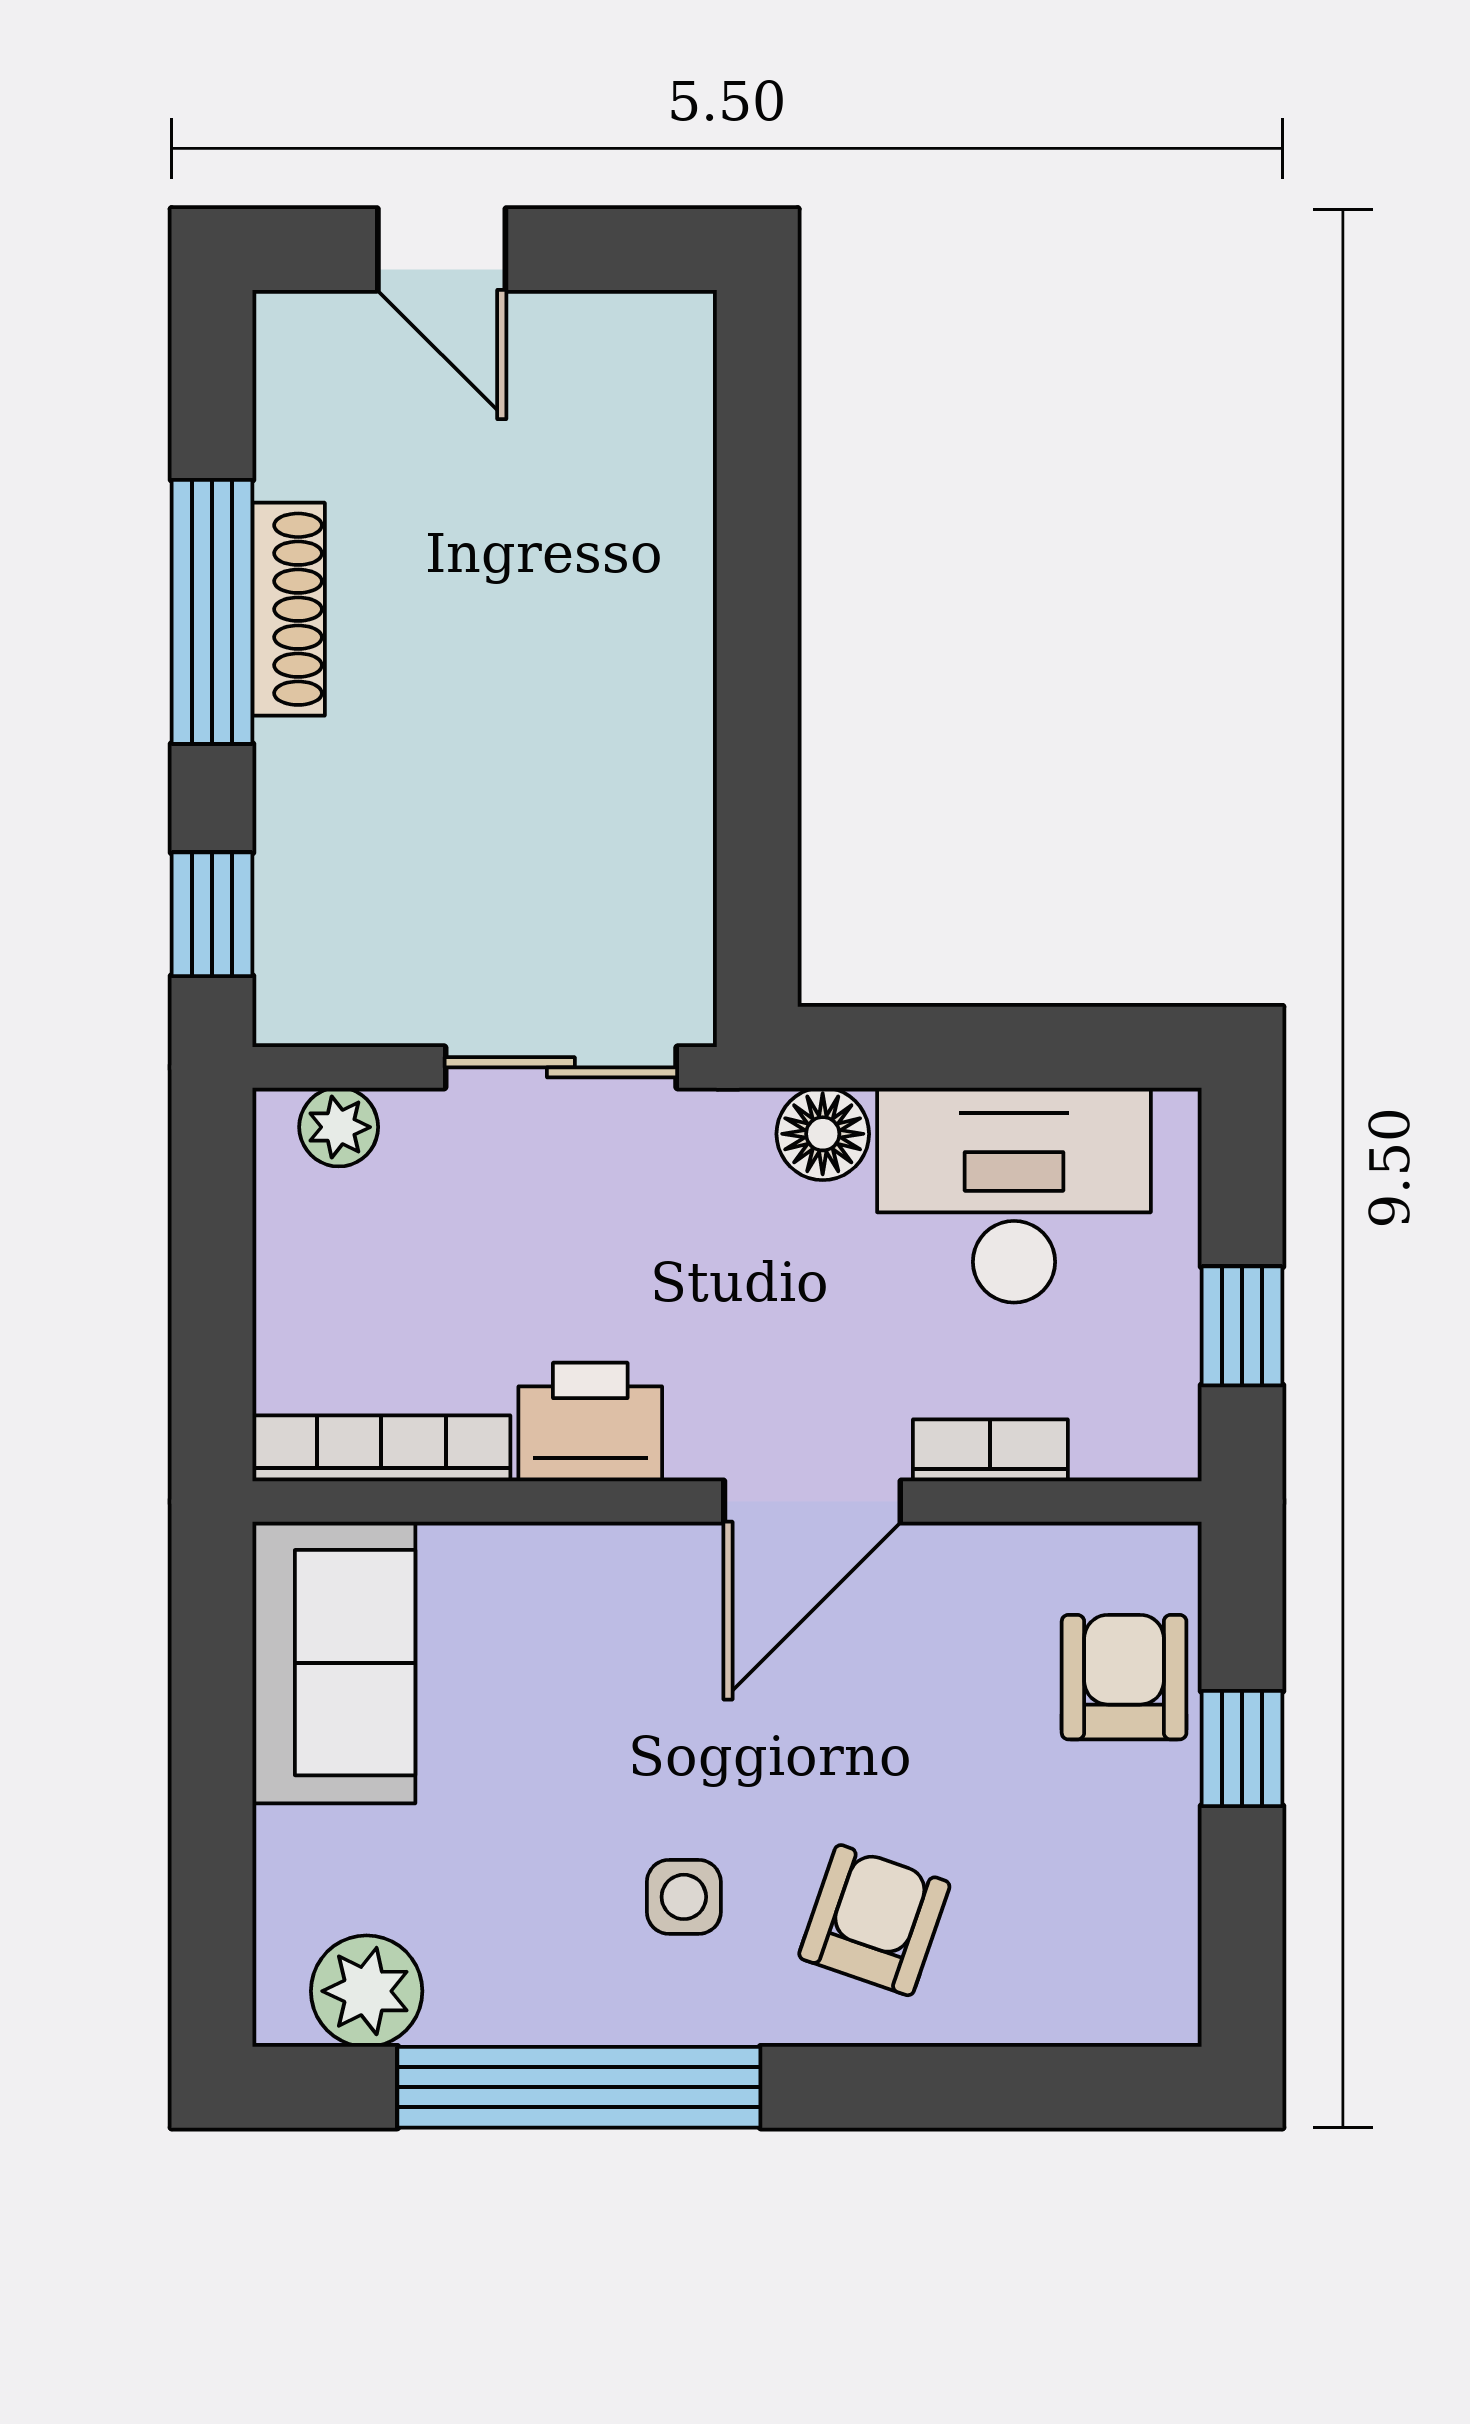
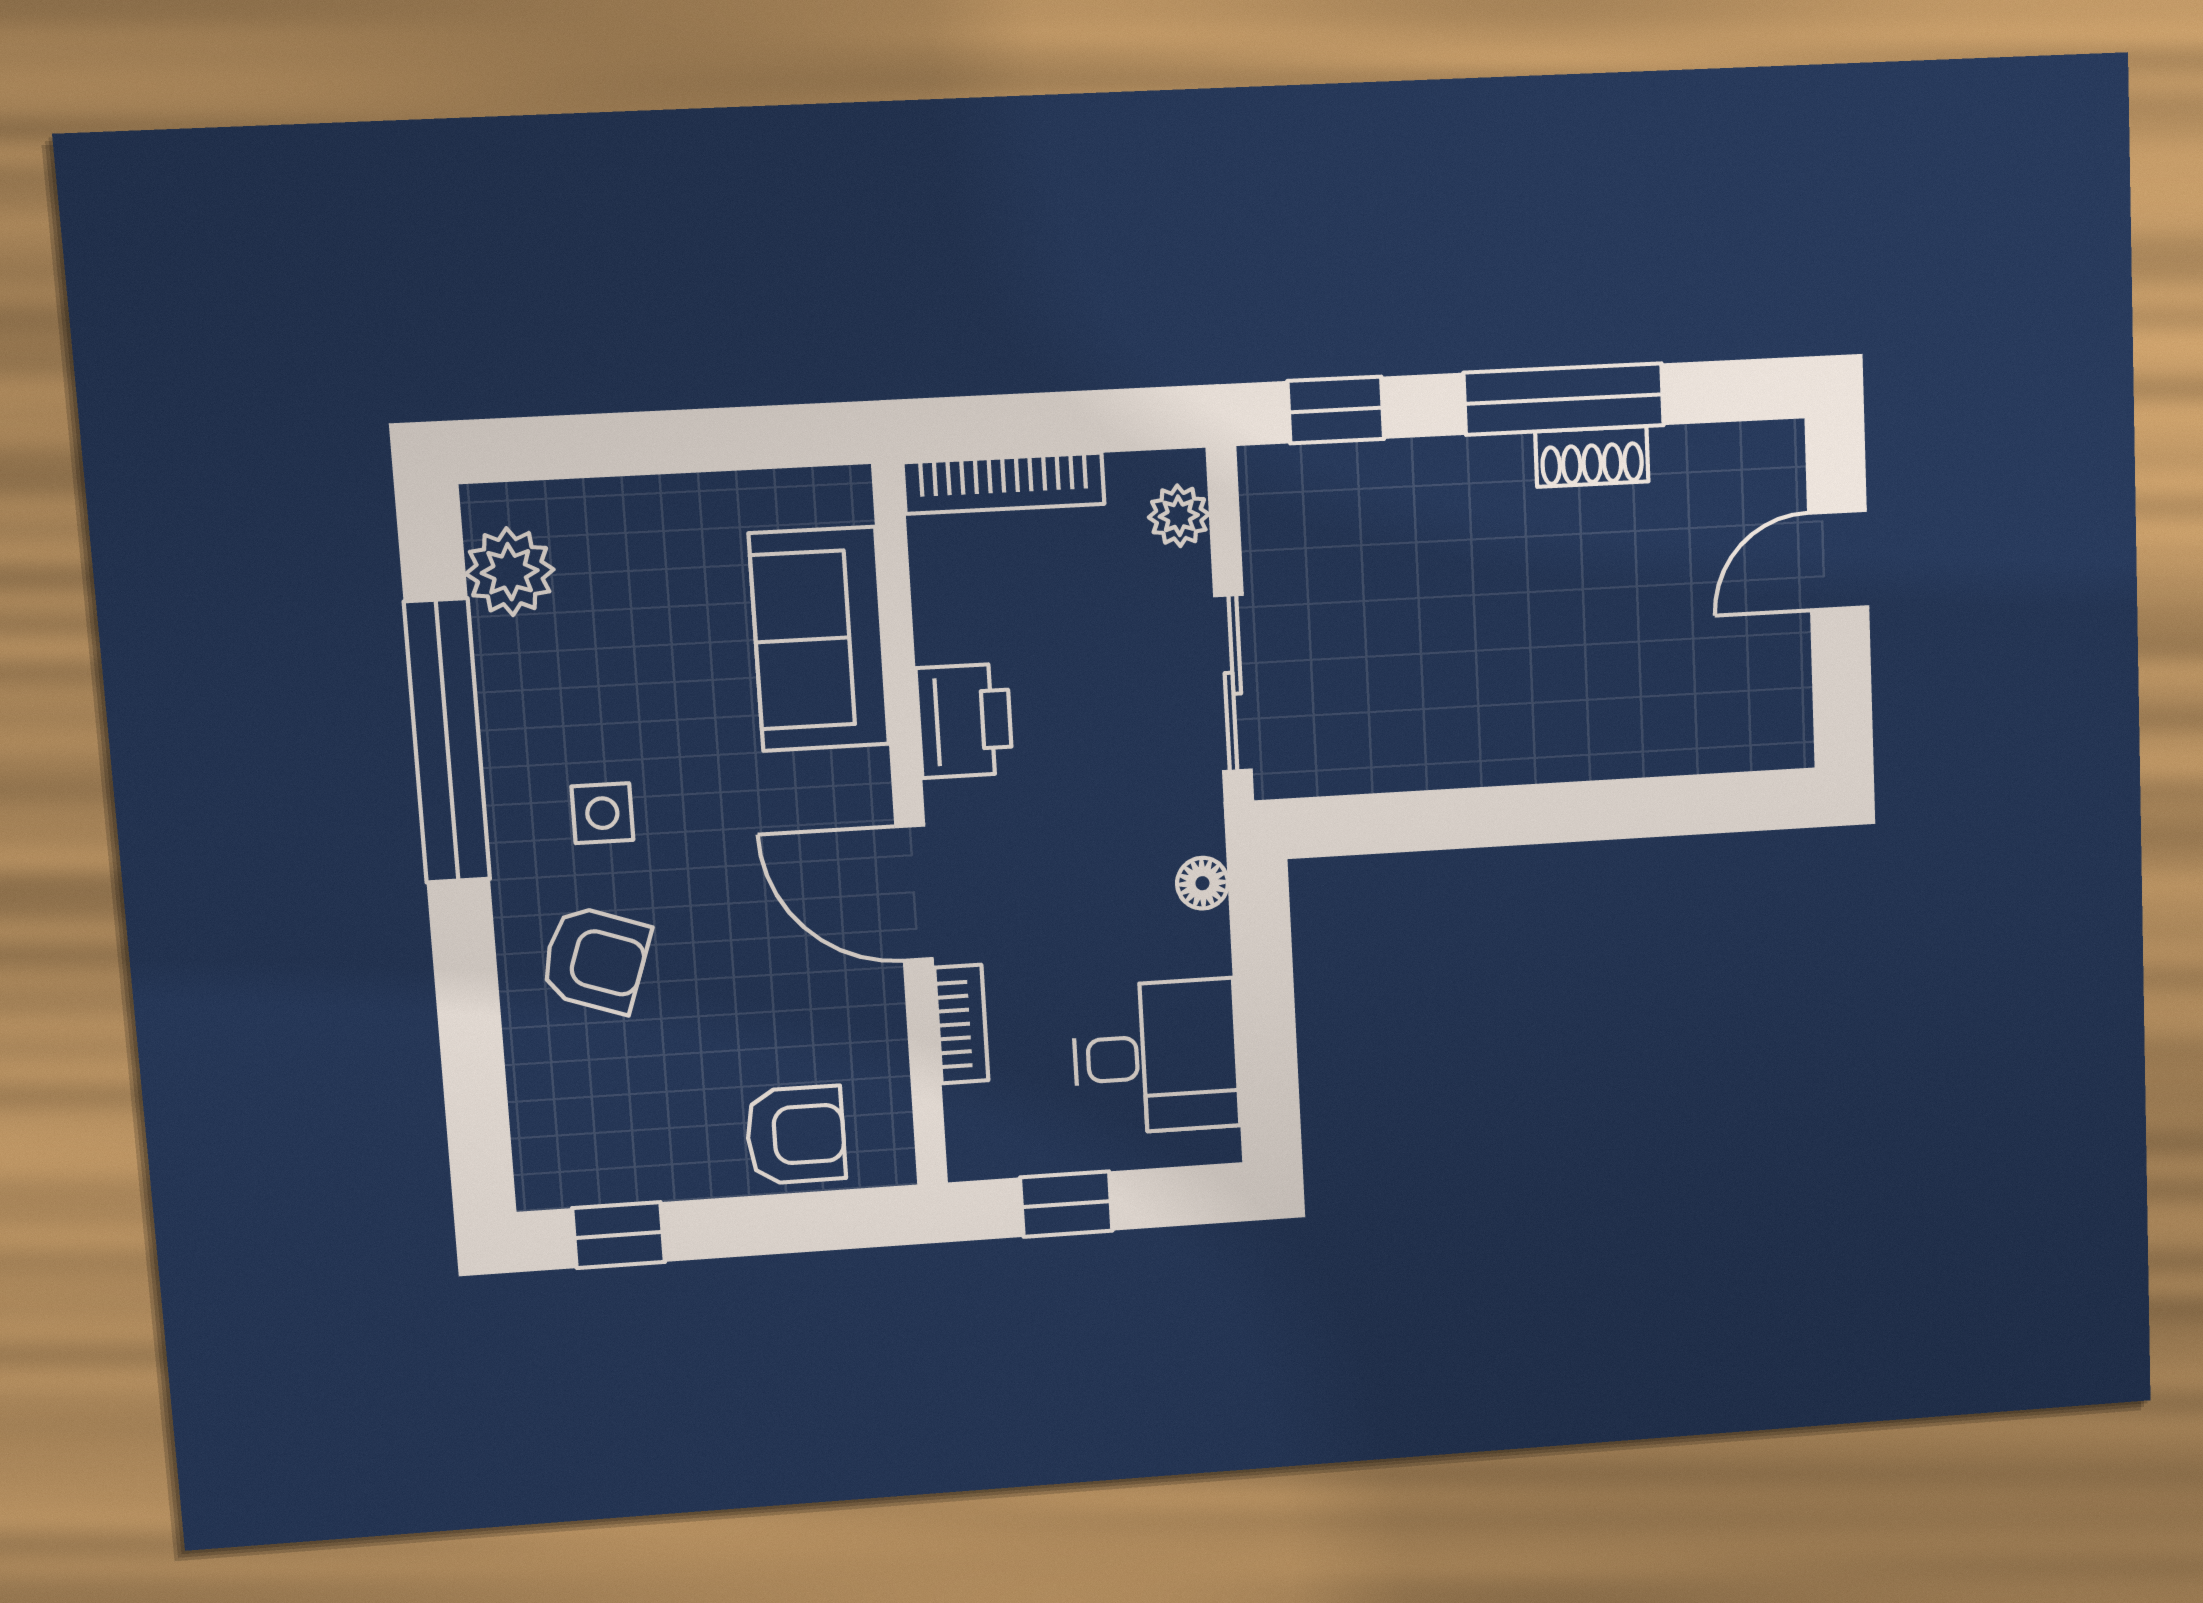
shoe rack: (289, 609) -> (1592, 456), width x0.70
floor lamp: (823, 1134) -> (1203, 883), width x0.73, depth x0.73
desk: (1014, 1195) -> (1156, 1057), width x0.73
bookcase: (381, 1448) -> (1004, 483), moved, turned 90
sofa: (334, 1663) -> (819, 639), moved, turned 90
window: (1242, 1748) -> (619, 1235), moved

